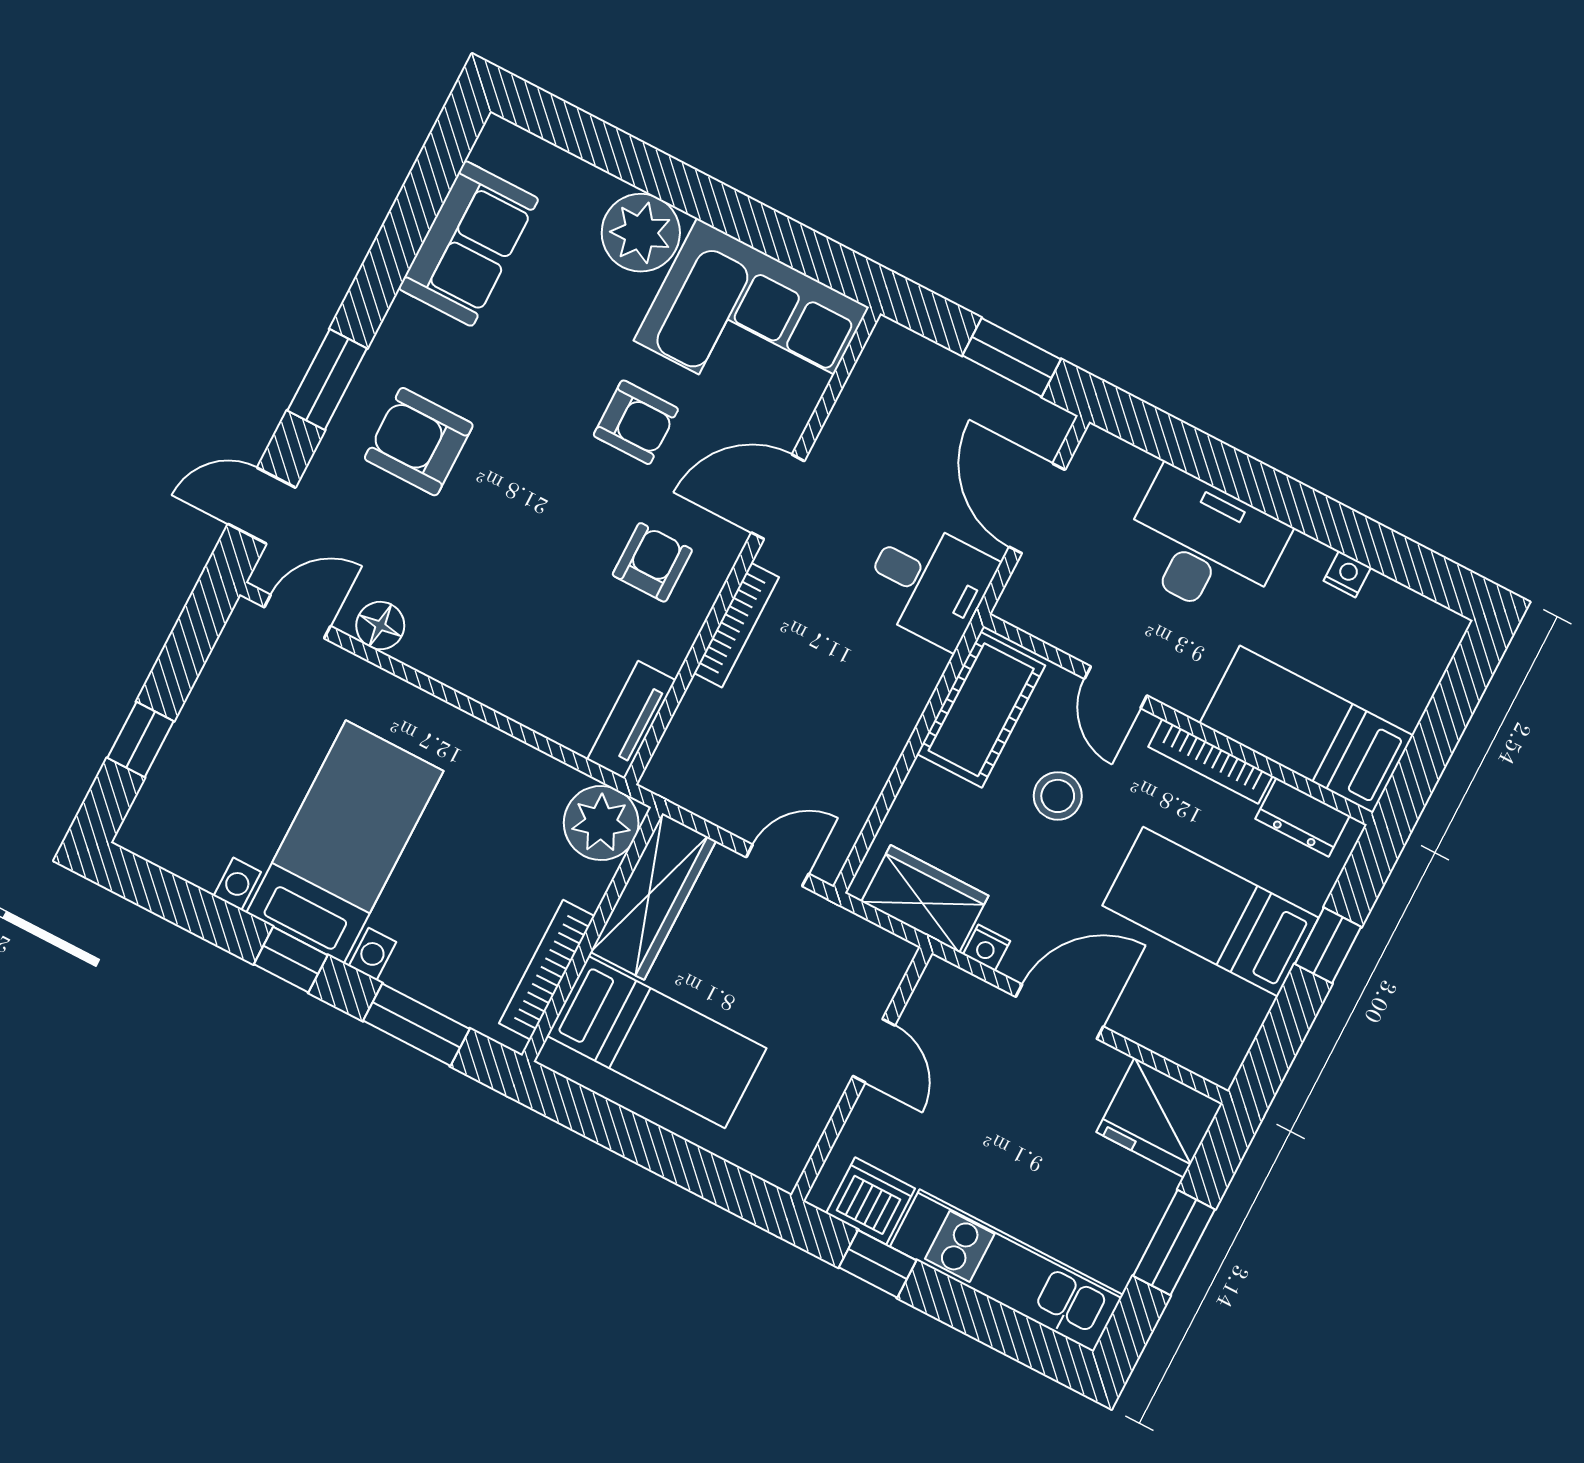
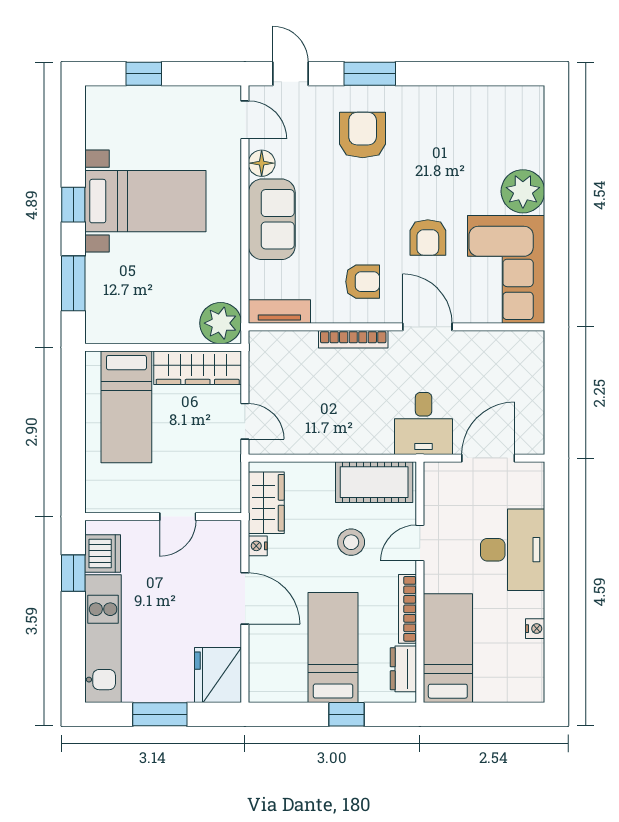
sofa: (468, 244) -> (272, 219), moved, turned -90
window: (1012, 357) -> (556, 407), removed
bookcase: (547, 970) -> (134, 334), removed

